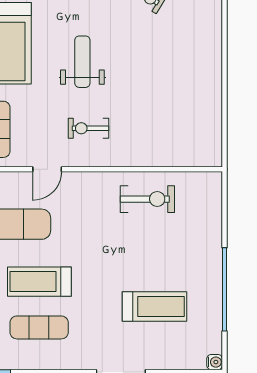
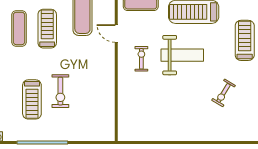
weight bench: (82, 62) -> (182, 55), width x1.36, depth x1.33
exercise bike: (147, 199) -> (60, 91), moved

